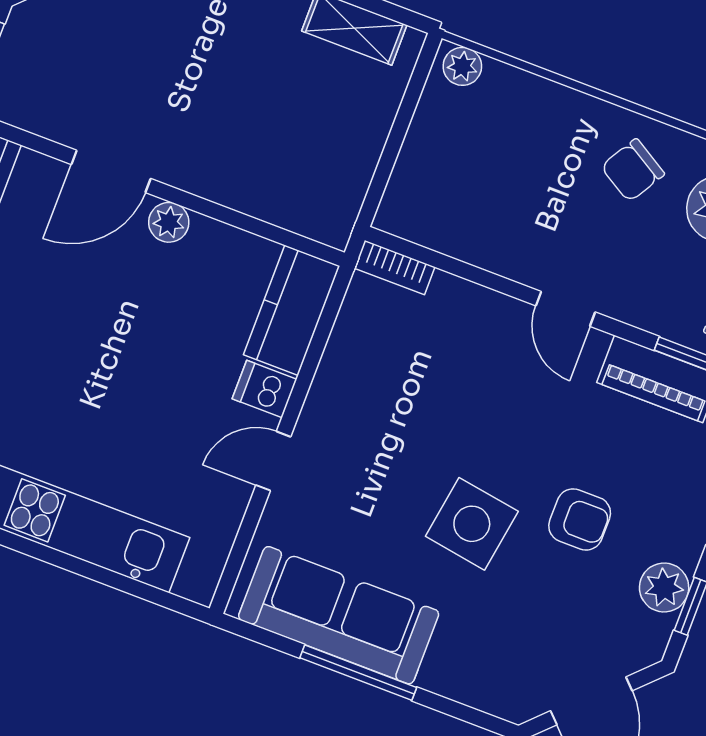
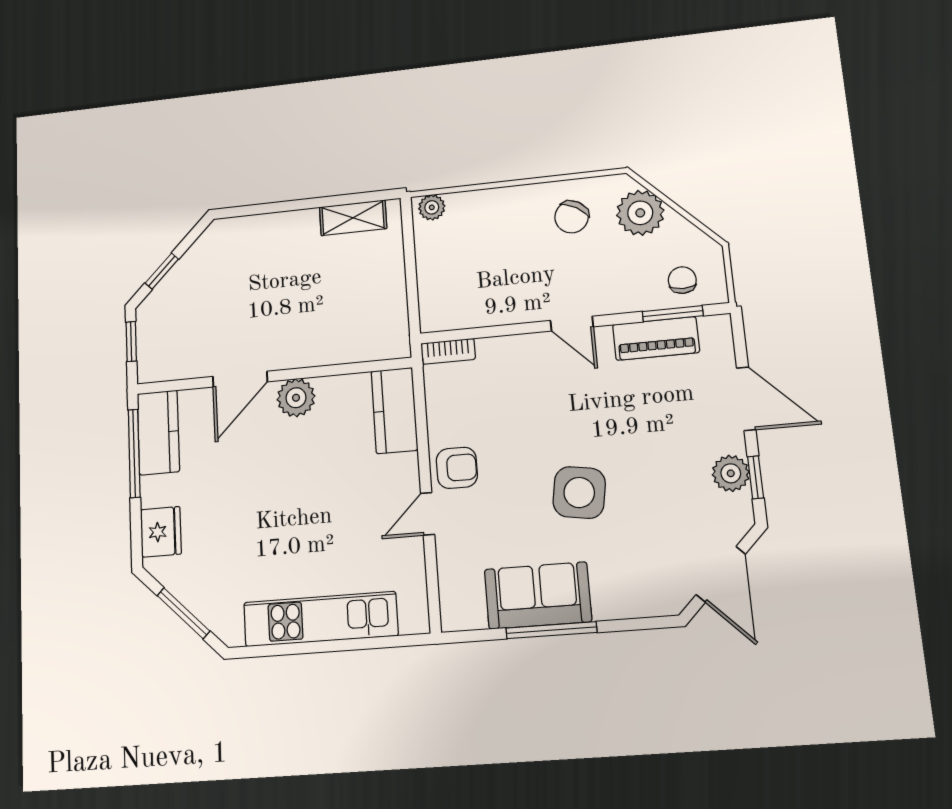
plant: (169, 222) -> (296, 398), width x1.38, depth x1.38
dishwasher: (264, 389) -> (400, 470), removed
armchair: (580, 519) -> (457, 468), moved
sofa: (339, 615) -> (538, 595), width x0.73

